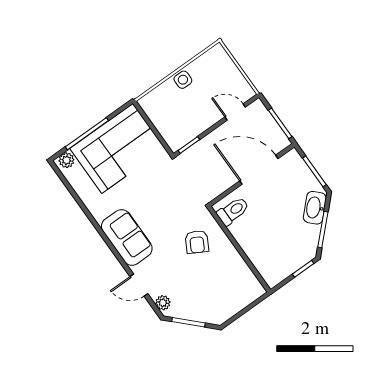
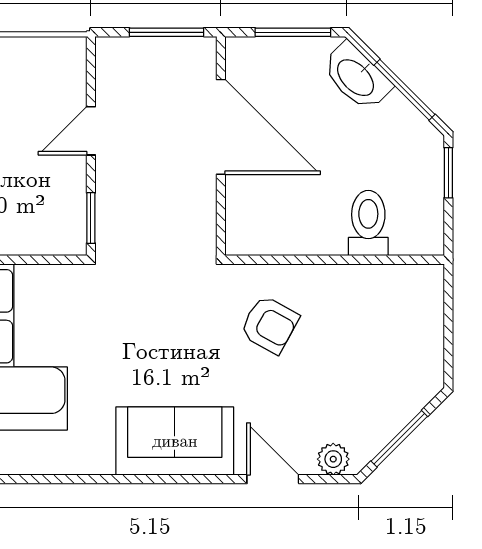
door: (235, 112) -> (91, 131), moved
door: (259, 170) -> (221, 127), swing flipped
toilet: (233, 211) -> (368, 223), moved
door: (139, 285) -> (273, 479), swing flipped

